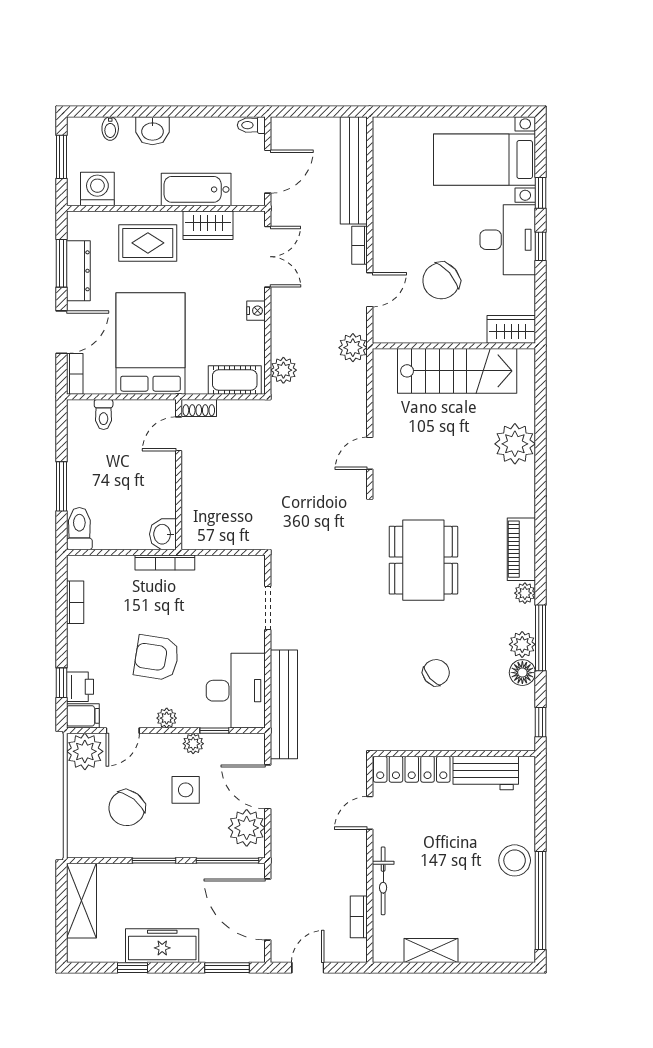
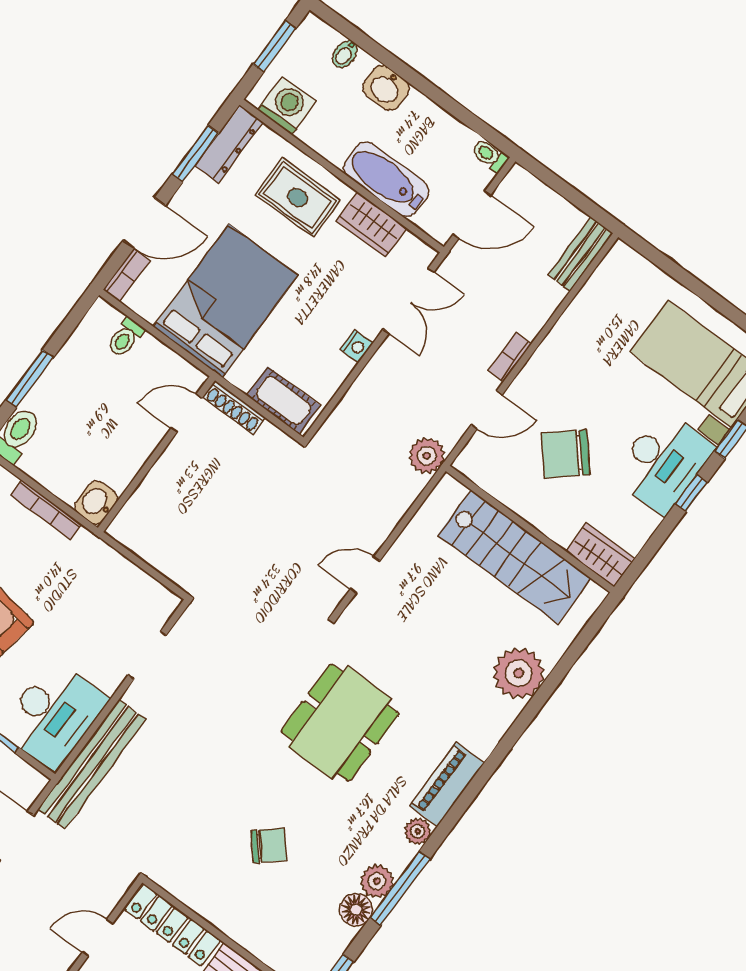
bench: (354, 170) -> (581, 254), width x0.54, depth x0.82
dresser: (78, 271) -> (229, 144), moved
plant: (283, 370) -> (340, 427), removed
shoe rack: (199, 408) -> (234, 408), width x1.43
bookcase: (165, 562) -> (46, 510), moved

